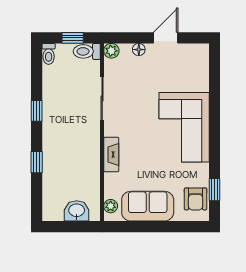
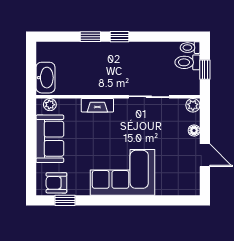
toilet: (87, 51) -> (187, 62), moved, turned -90
window: (37, 111) -> (119, 37), moved
washbasin: (77, 211) -> (45, 78), width x1.38

